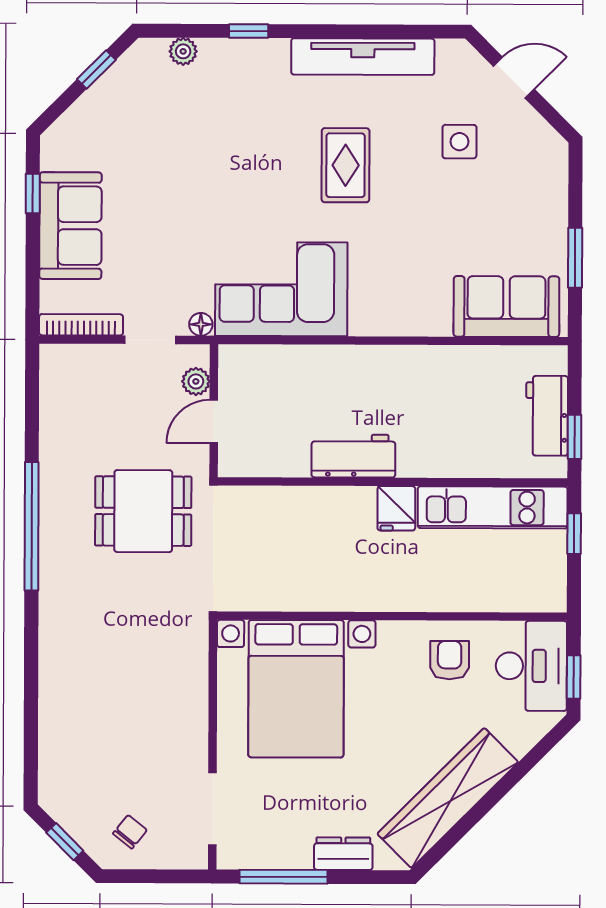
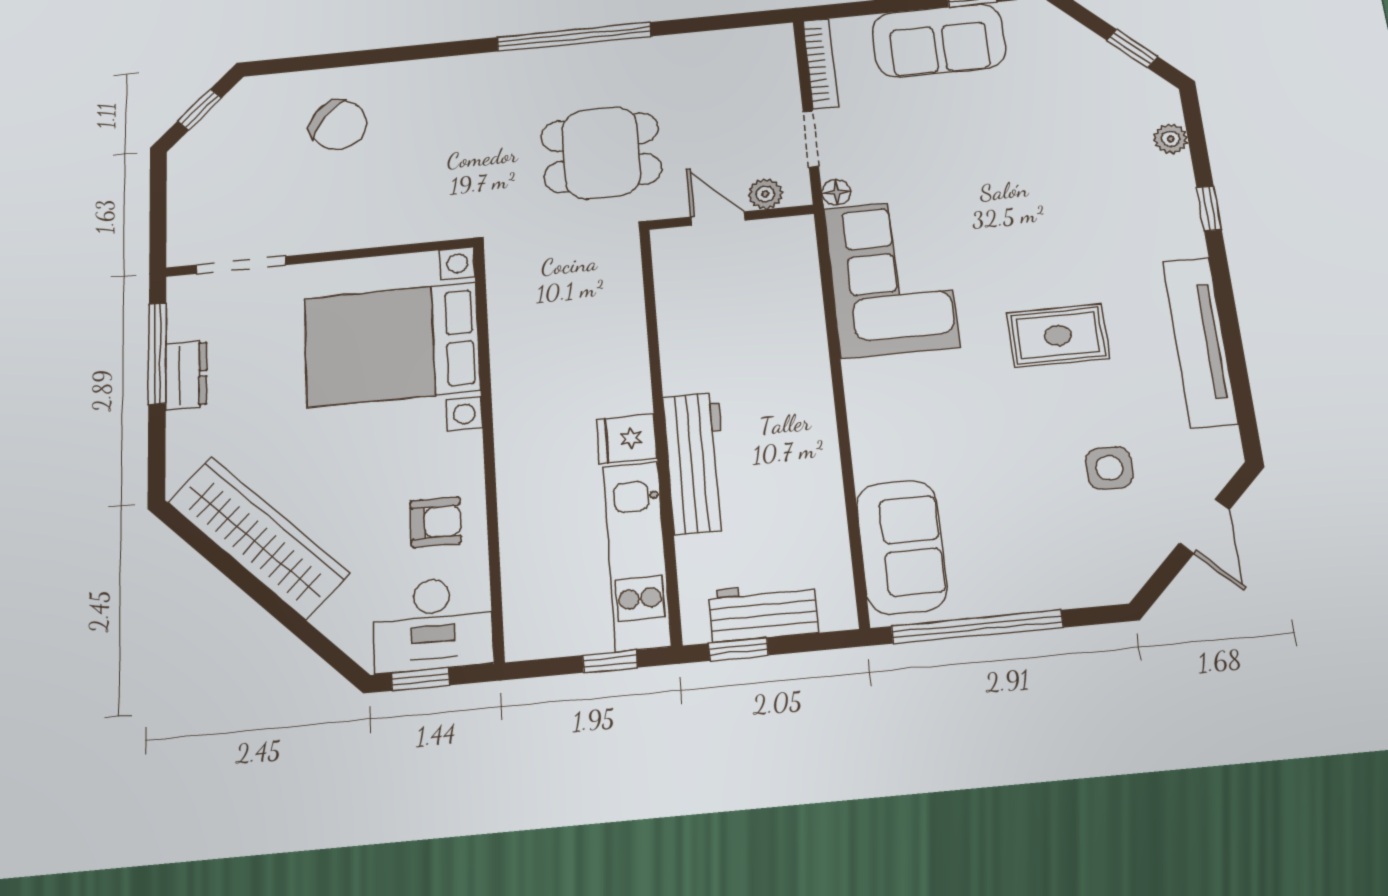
window: (575, 258) -> (977, 627), width x2.11
workbench: (353, 456) -> (696, 463), moved, width x1.38
dining table: (143, 511) -> (601, 153), turned 90
chair: (130, 832) -> (338, 125), moved, width x1.87, depth x1.87
dresser: (343, 854) -> (186, 375), moved

